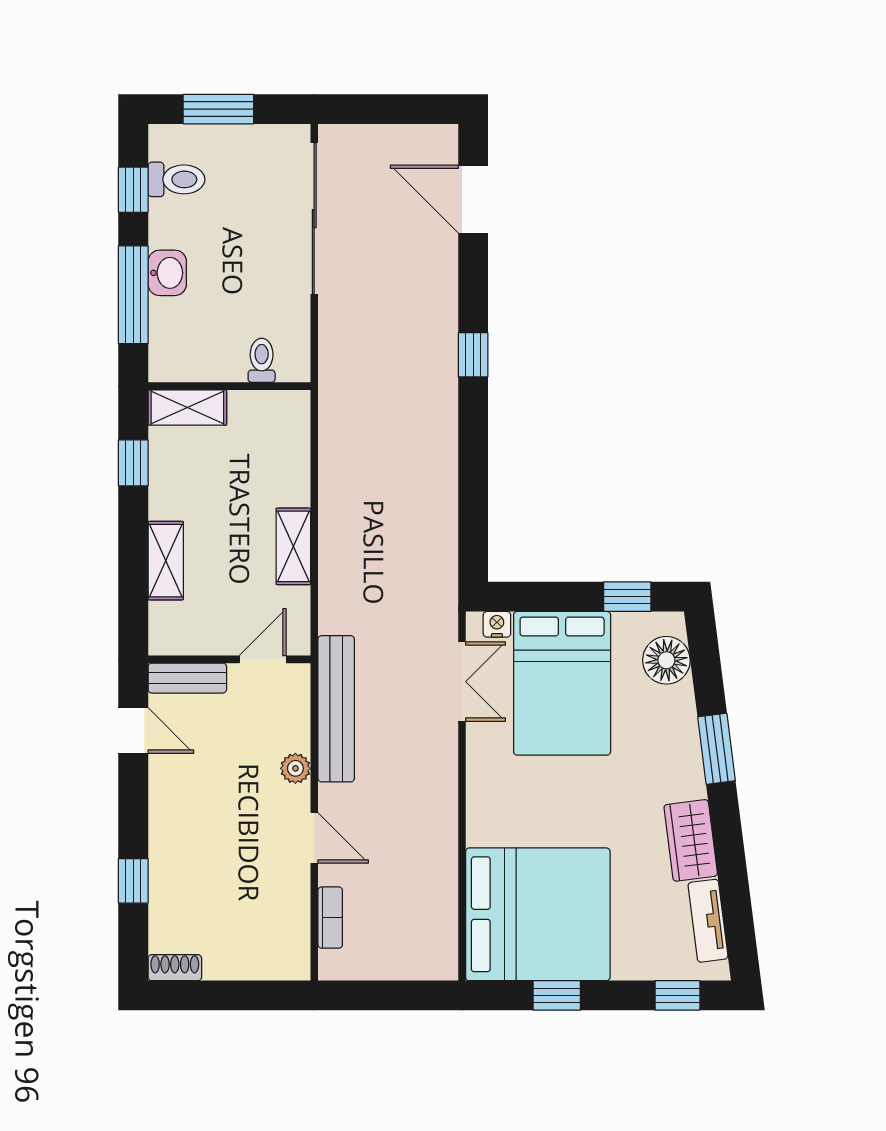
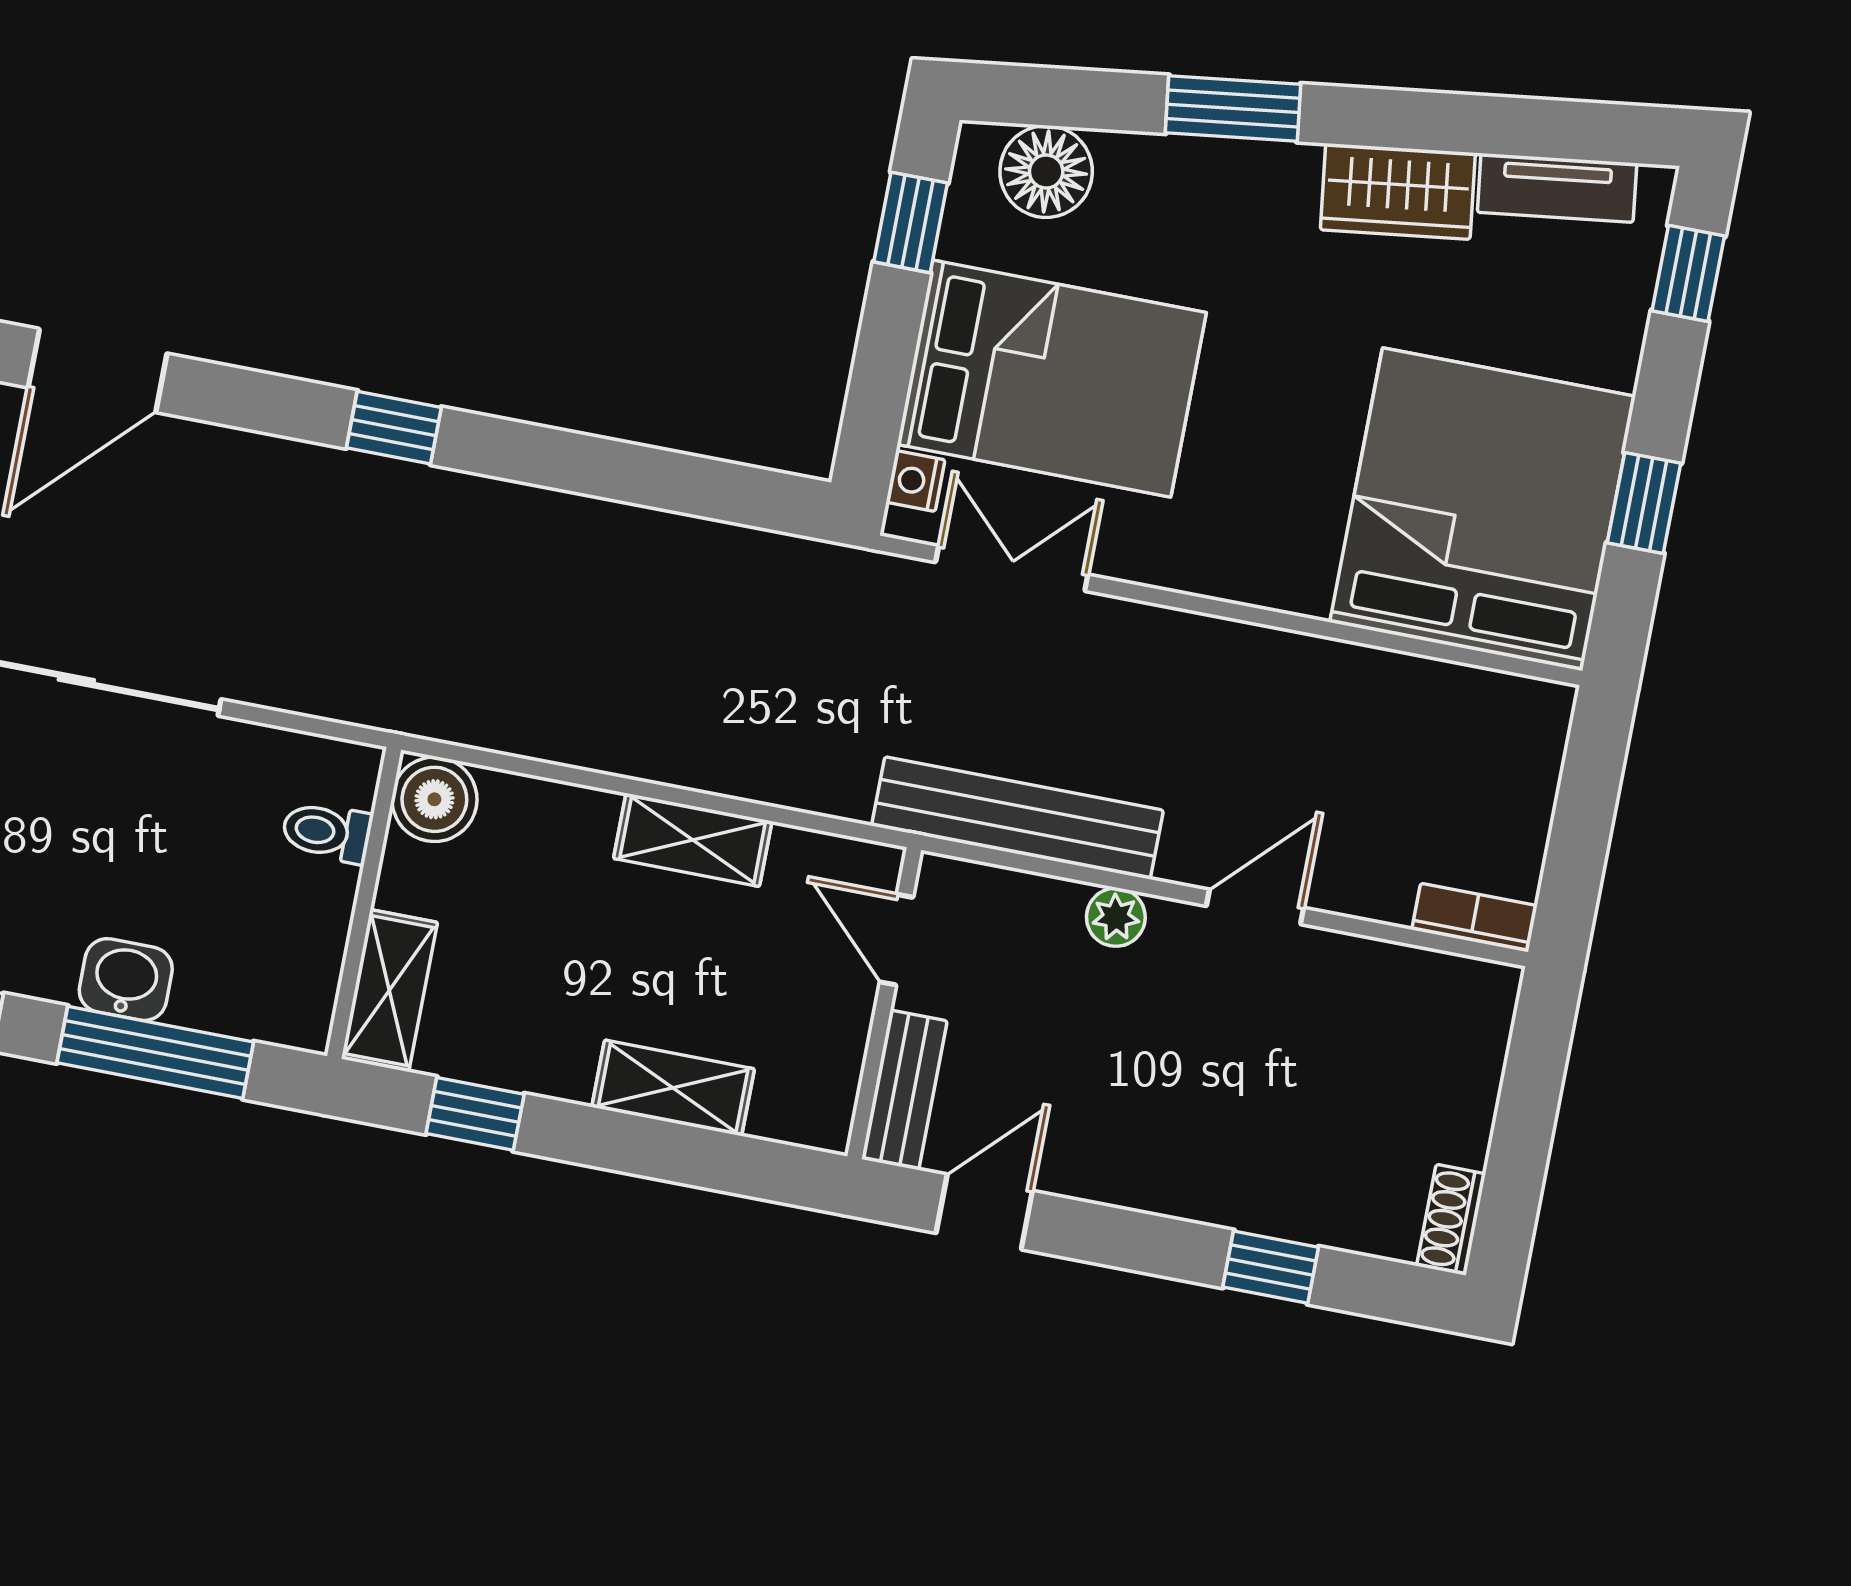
boiler: (289, 412) -> (434, 799), added
bookcase: (330, 918) -> (1474, 918), moved

